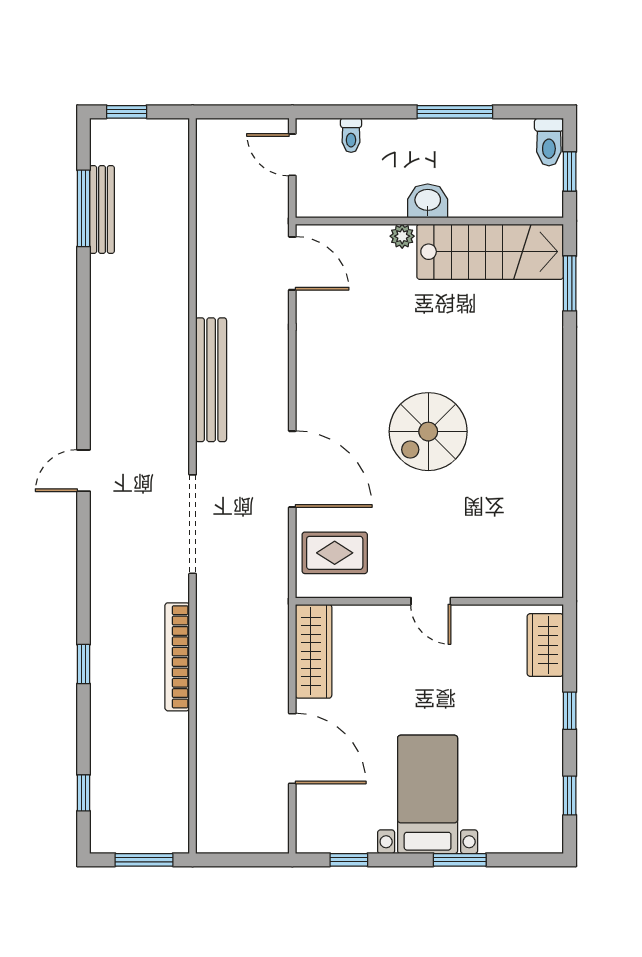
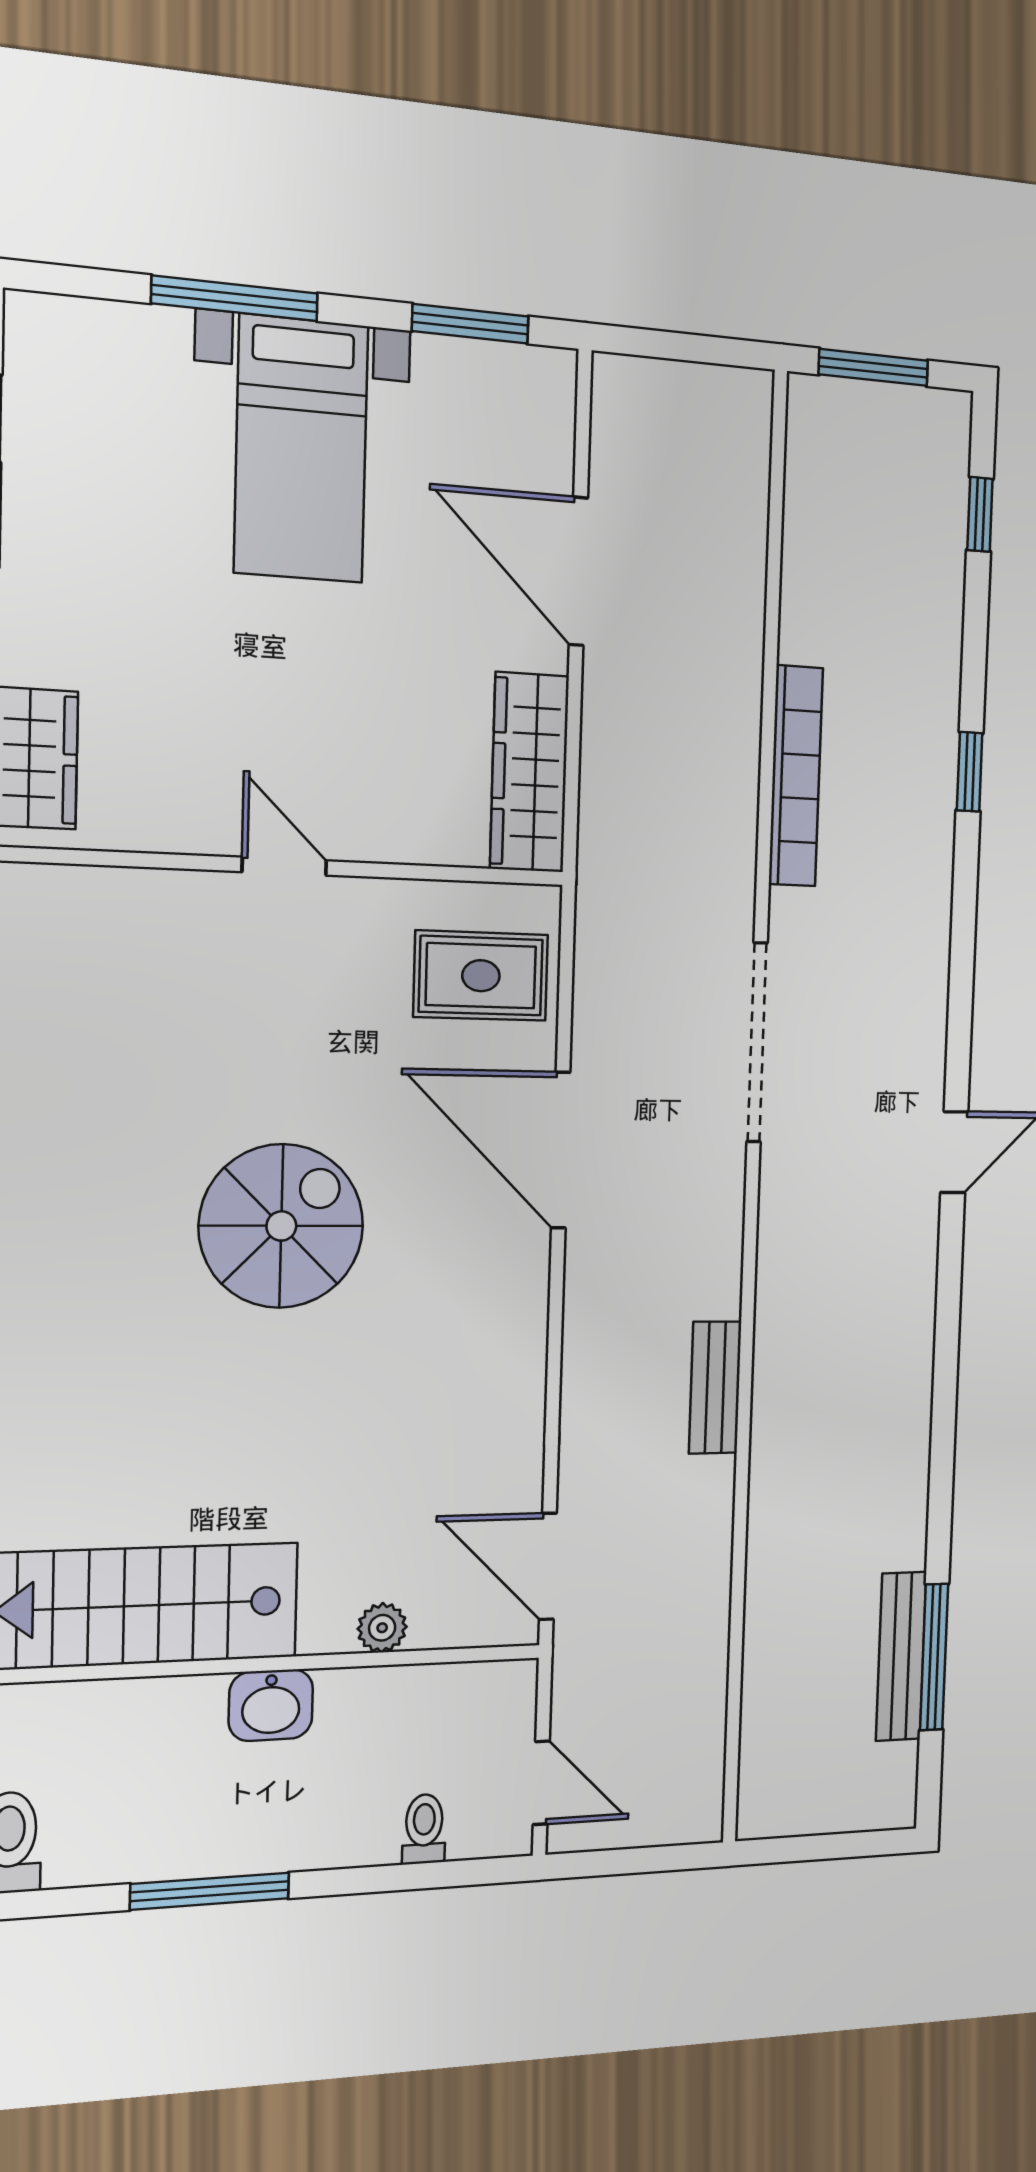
window: (127, 112) -> (850, 1845), removed
plant: (402, 236) -> (382, 1628), moved
bench: (211, 380) -> (715, 1387), width x0.54, depth x0.82
window: (349, 860) -> (470, 324), width x1.50
window: (460, 860) -> (235, 298), width x1.44

